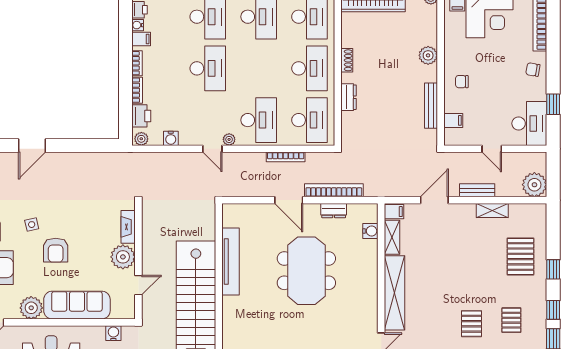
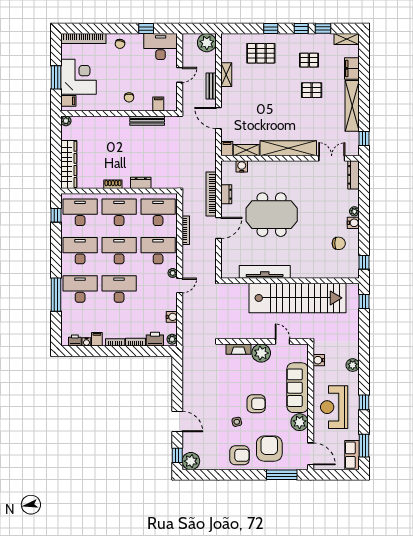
plant: (428, 55) -> (109, 123), removed
desk: (259, 68) -> (119, 251), added

